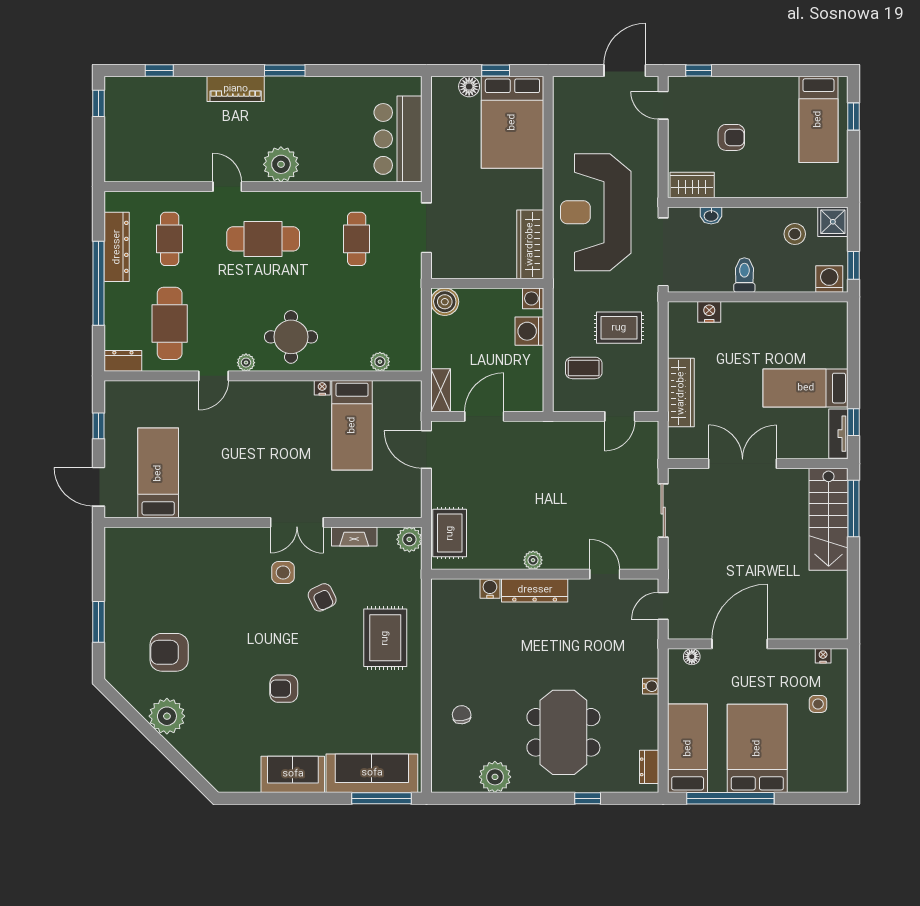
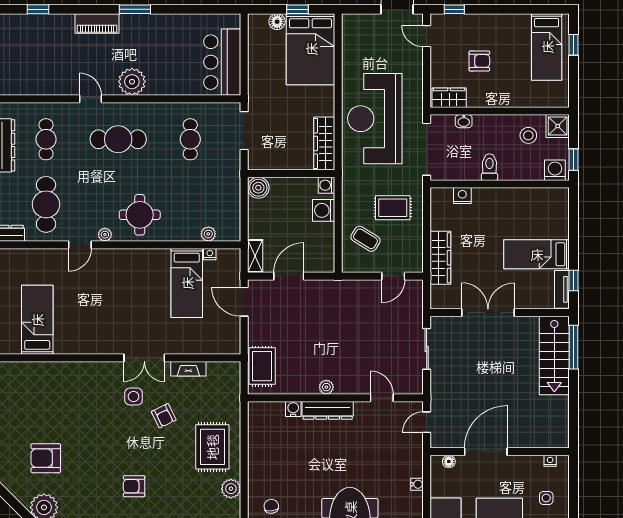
coffee table: (584, 368) -> (366, 239), turned 32
nightstand: (322, 388) -> (210, 254), moved
plant: (409, 539) -> (231, 489), moved

